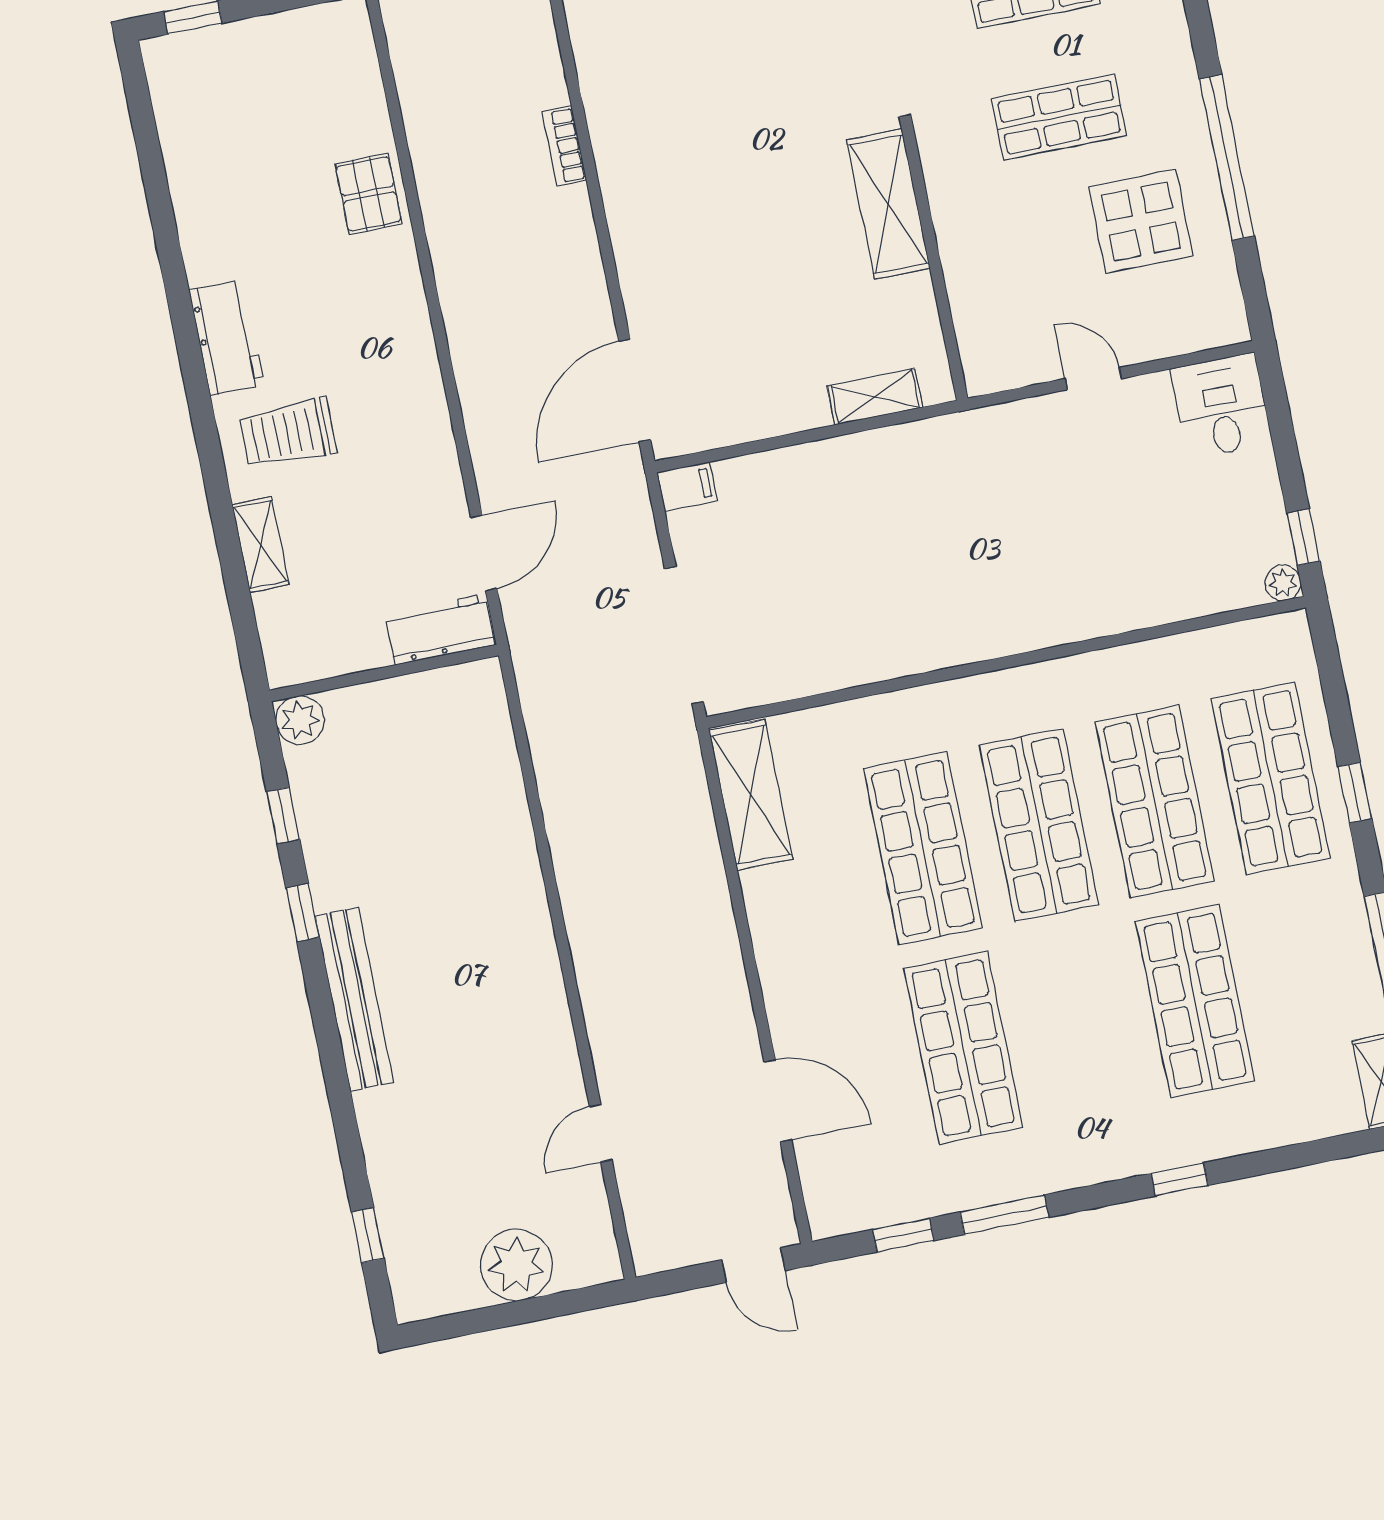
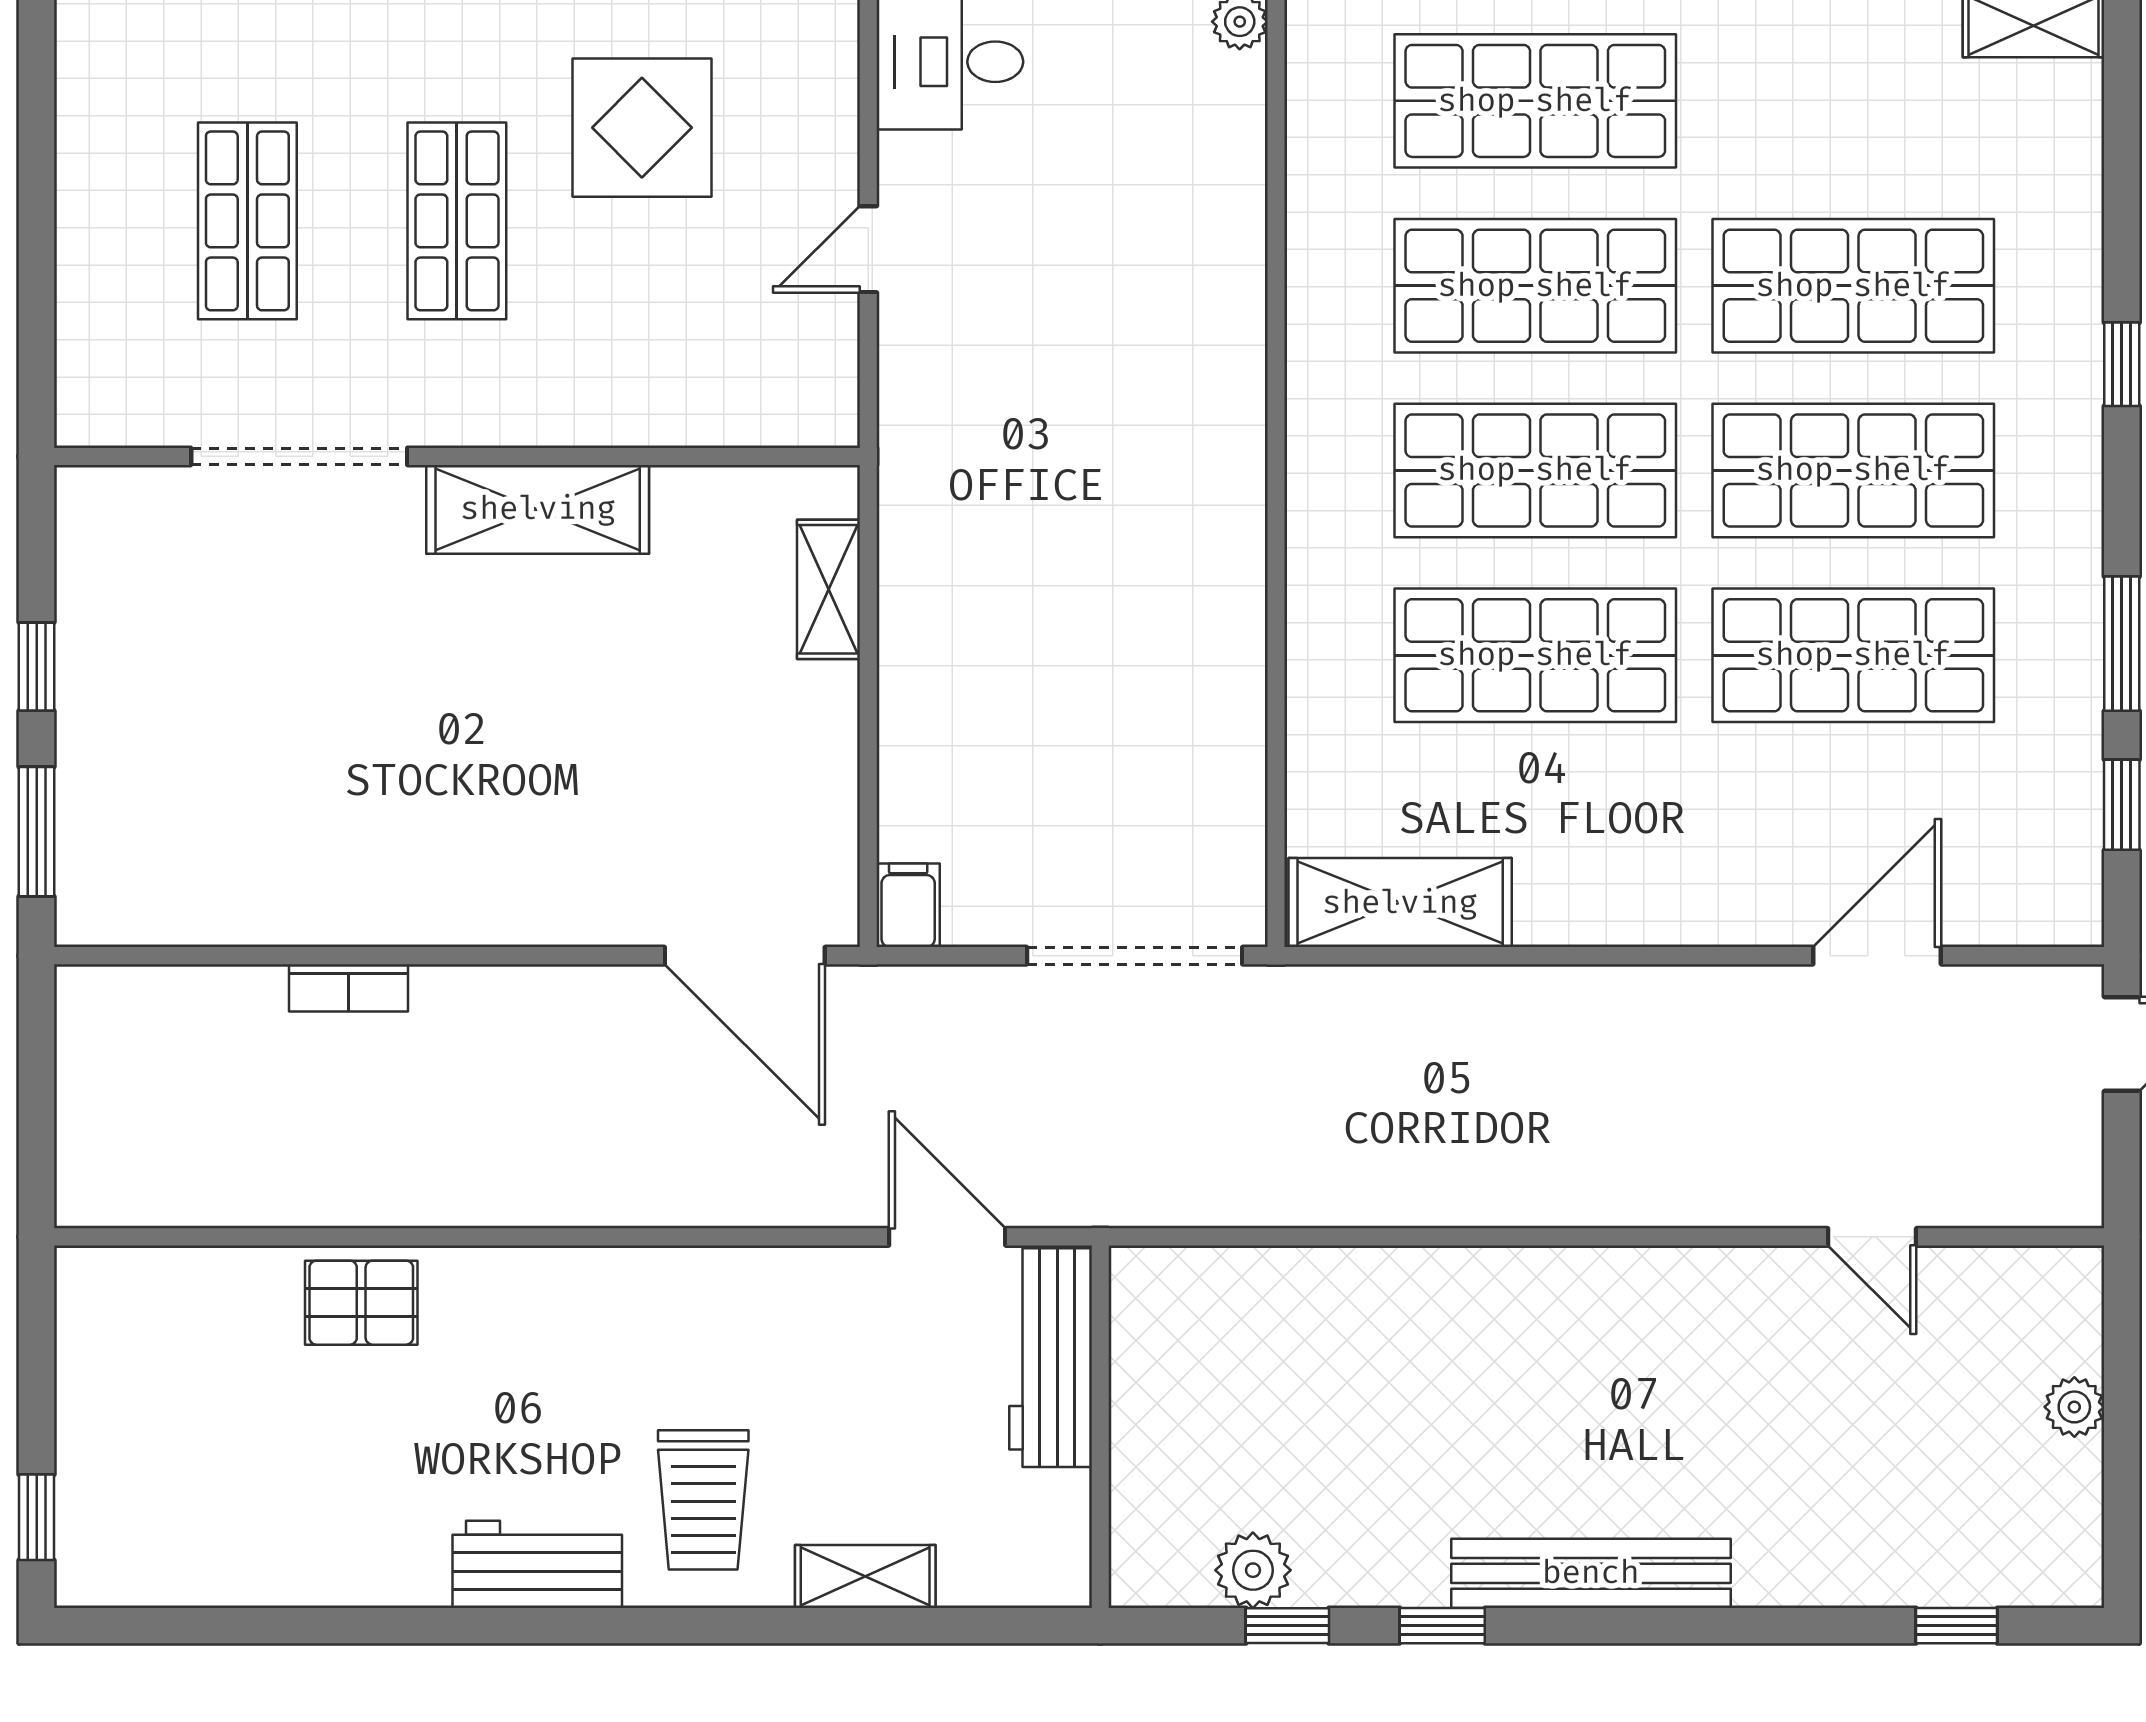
workbench: (440, 629) -> (1051, 1358), width x1.37
plant: (300, 720) -> (1253, 1570), moved
shop shelf: (1079, 1024) -> (1853, 470), added
plant: (516, 1265) -> (2074, 1407), width x0.53, depth x0.53

